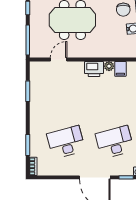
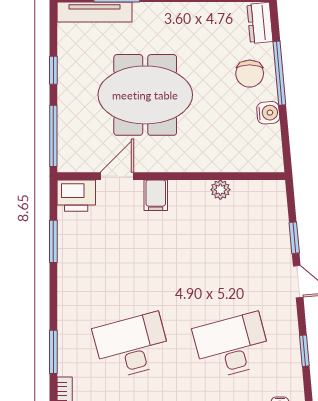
printer: (94, 69) -> (76, 196), moved
filing cabinet: (120, 69) -> (156, 195), moved

